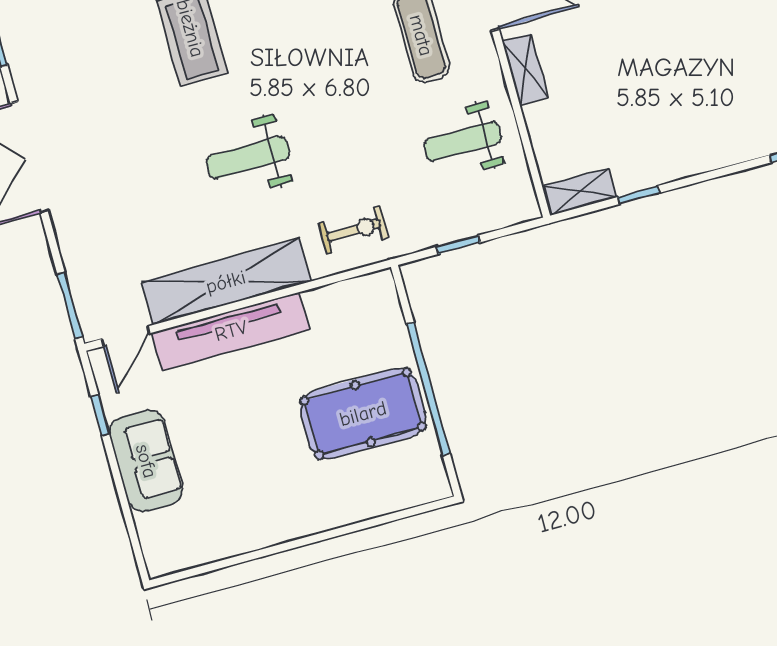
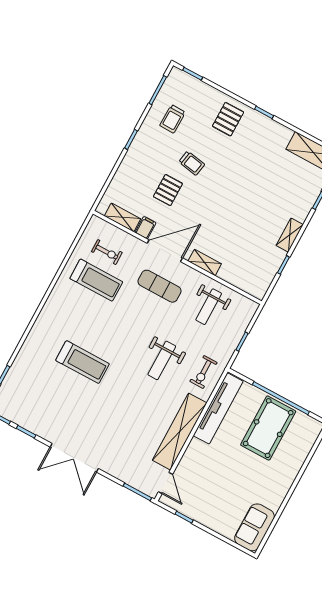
weight bench: (248, 158) -> (162, 360), moved
shelving: (580, 192) -> (290, 235), moved
exercise bike: (354, 230) -> (203, 372), turned 180
tv unit: (231, 331) -> (218, 408), moved
sofa: (146, 461) -> (255, 527), moved, turned -90

